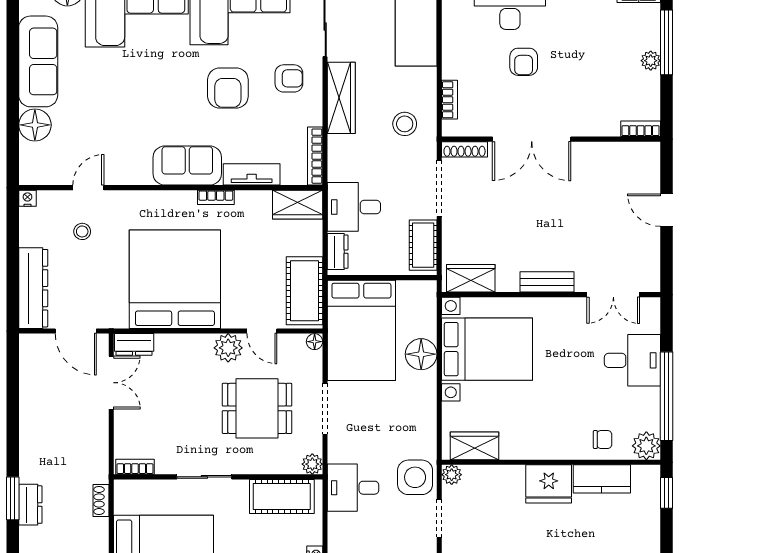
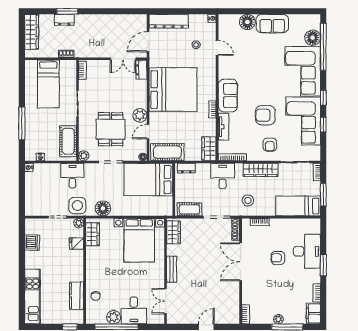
sofa: (38, 61) -> (272, 24), width x0.73
desk: (354, 207) -> (223, 176), moved
floor lamp: (421, 354) -> (103, 208), moved
plant: (646, 446) -> (114, 317), moved
fridge: (549, 484) -> (76, 244), moved, width x0.53, depth x0.75

